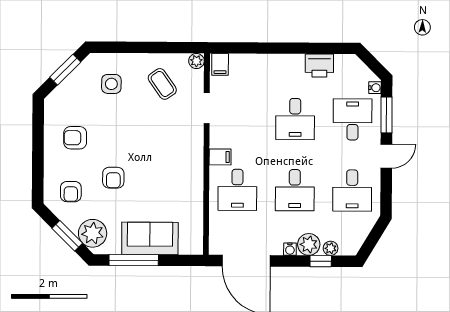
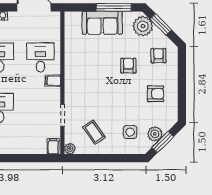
plant: (76, 81) -> (155, 134), added

